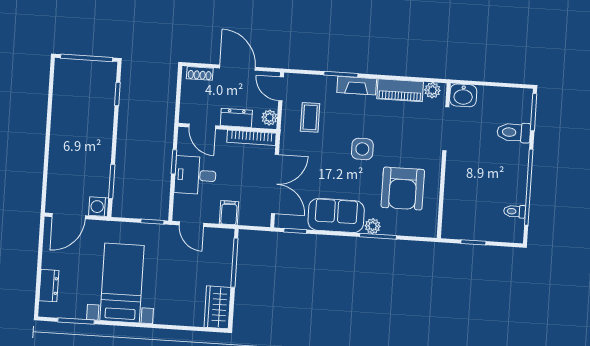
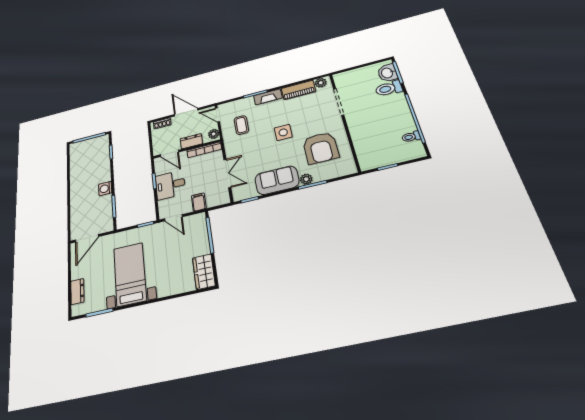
washbasin: (463, 95) -> (387, 73), moved, turned 90
double door: (275, 184) -> (227, 173), width x0.73
washing machine: (99, 207) -> (105, 189), moved

